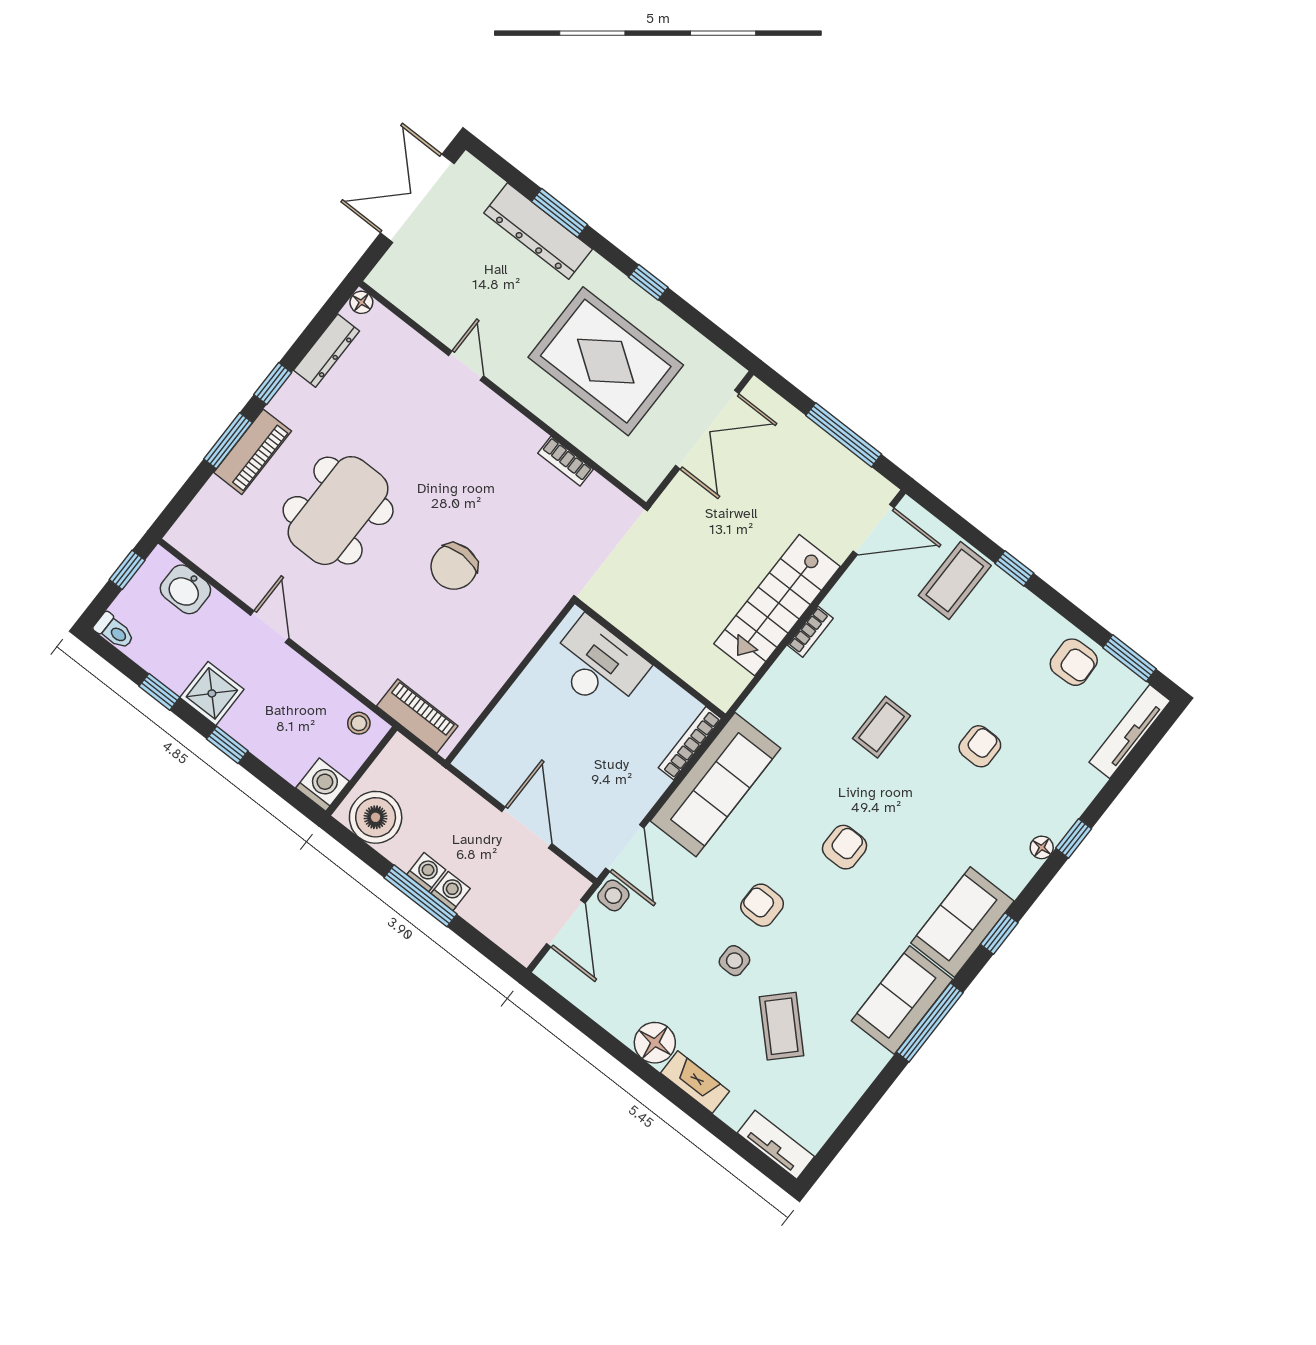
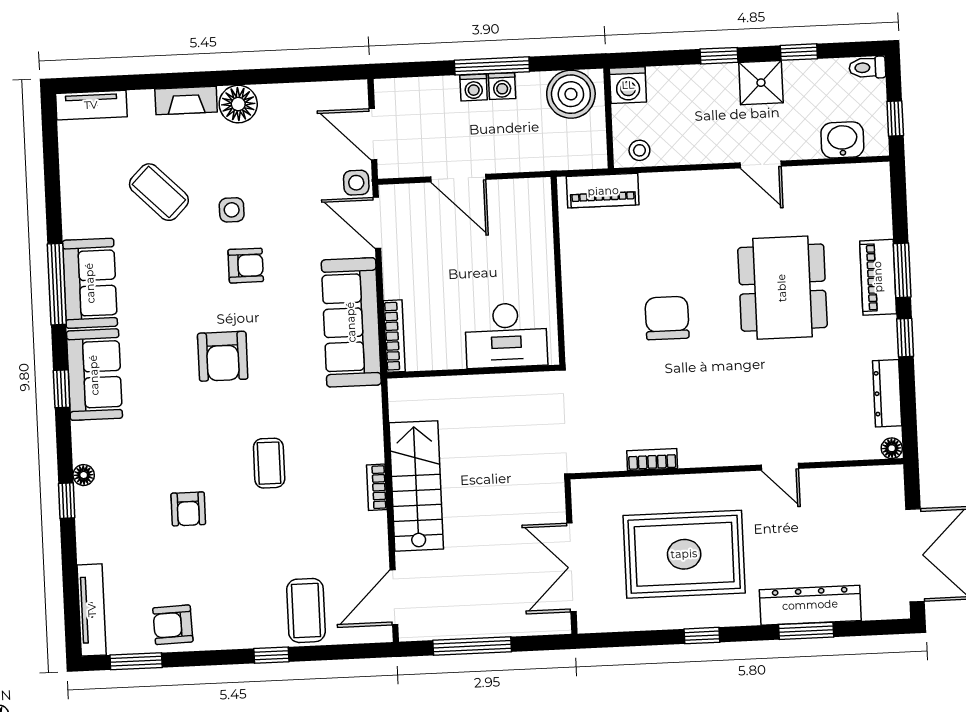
armchair: (845, 847) -> (223, 356), width x1.38, depth x1.38

